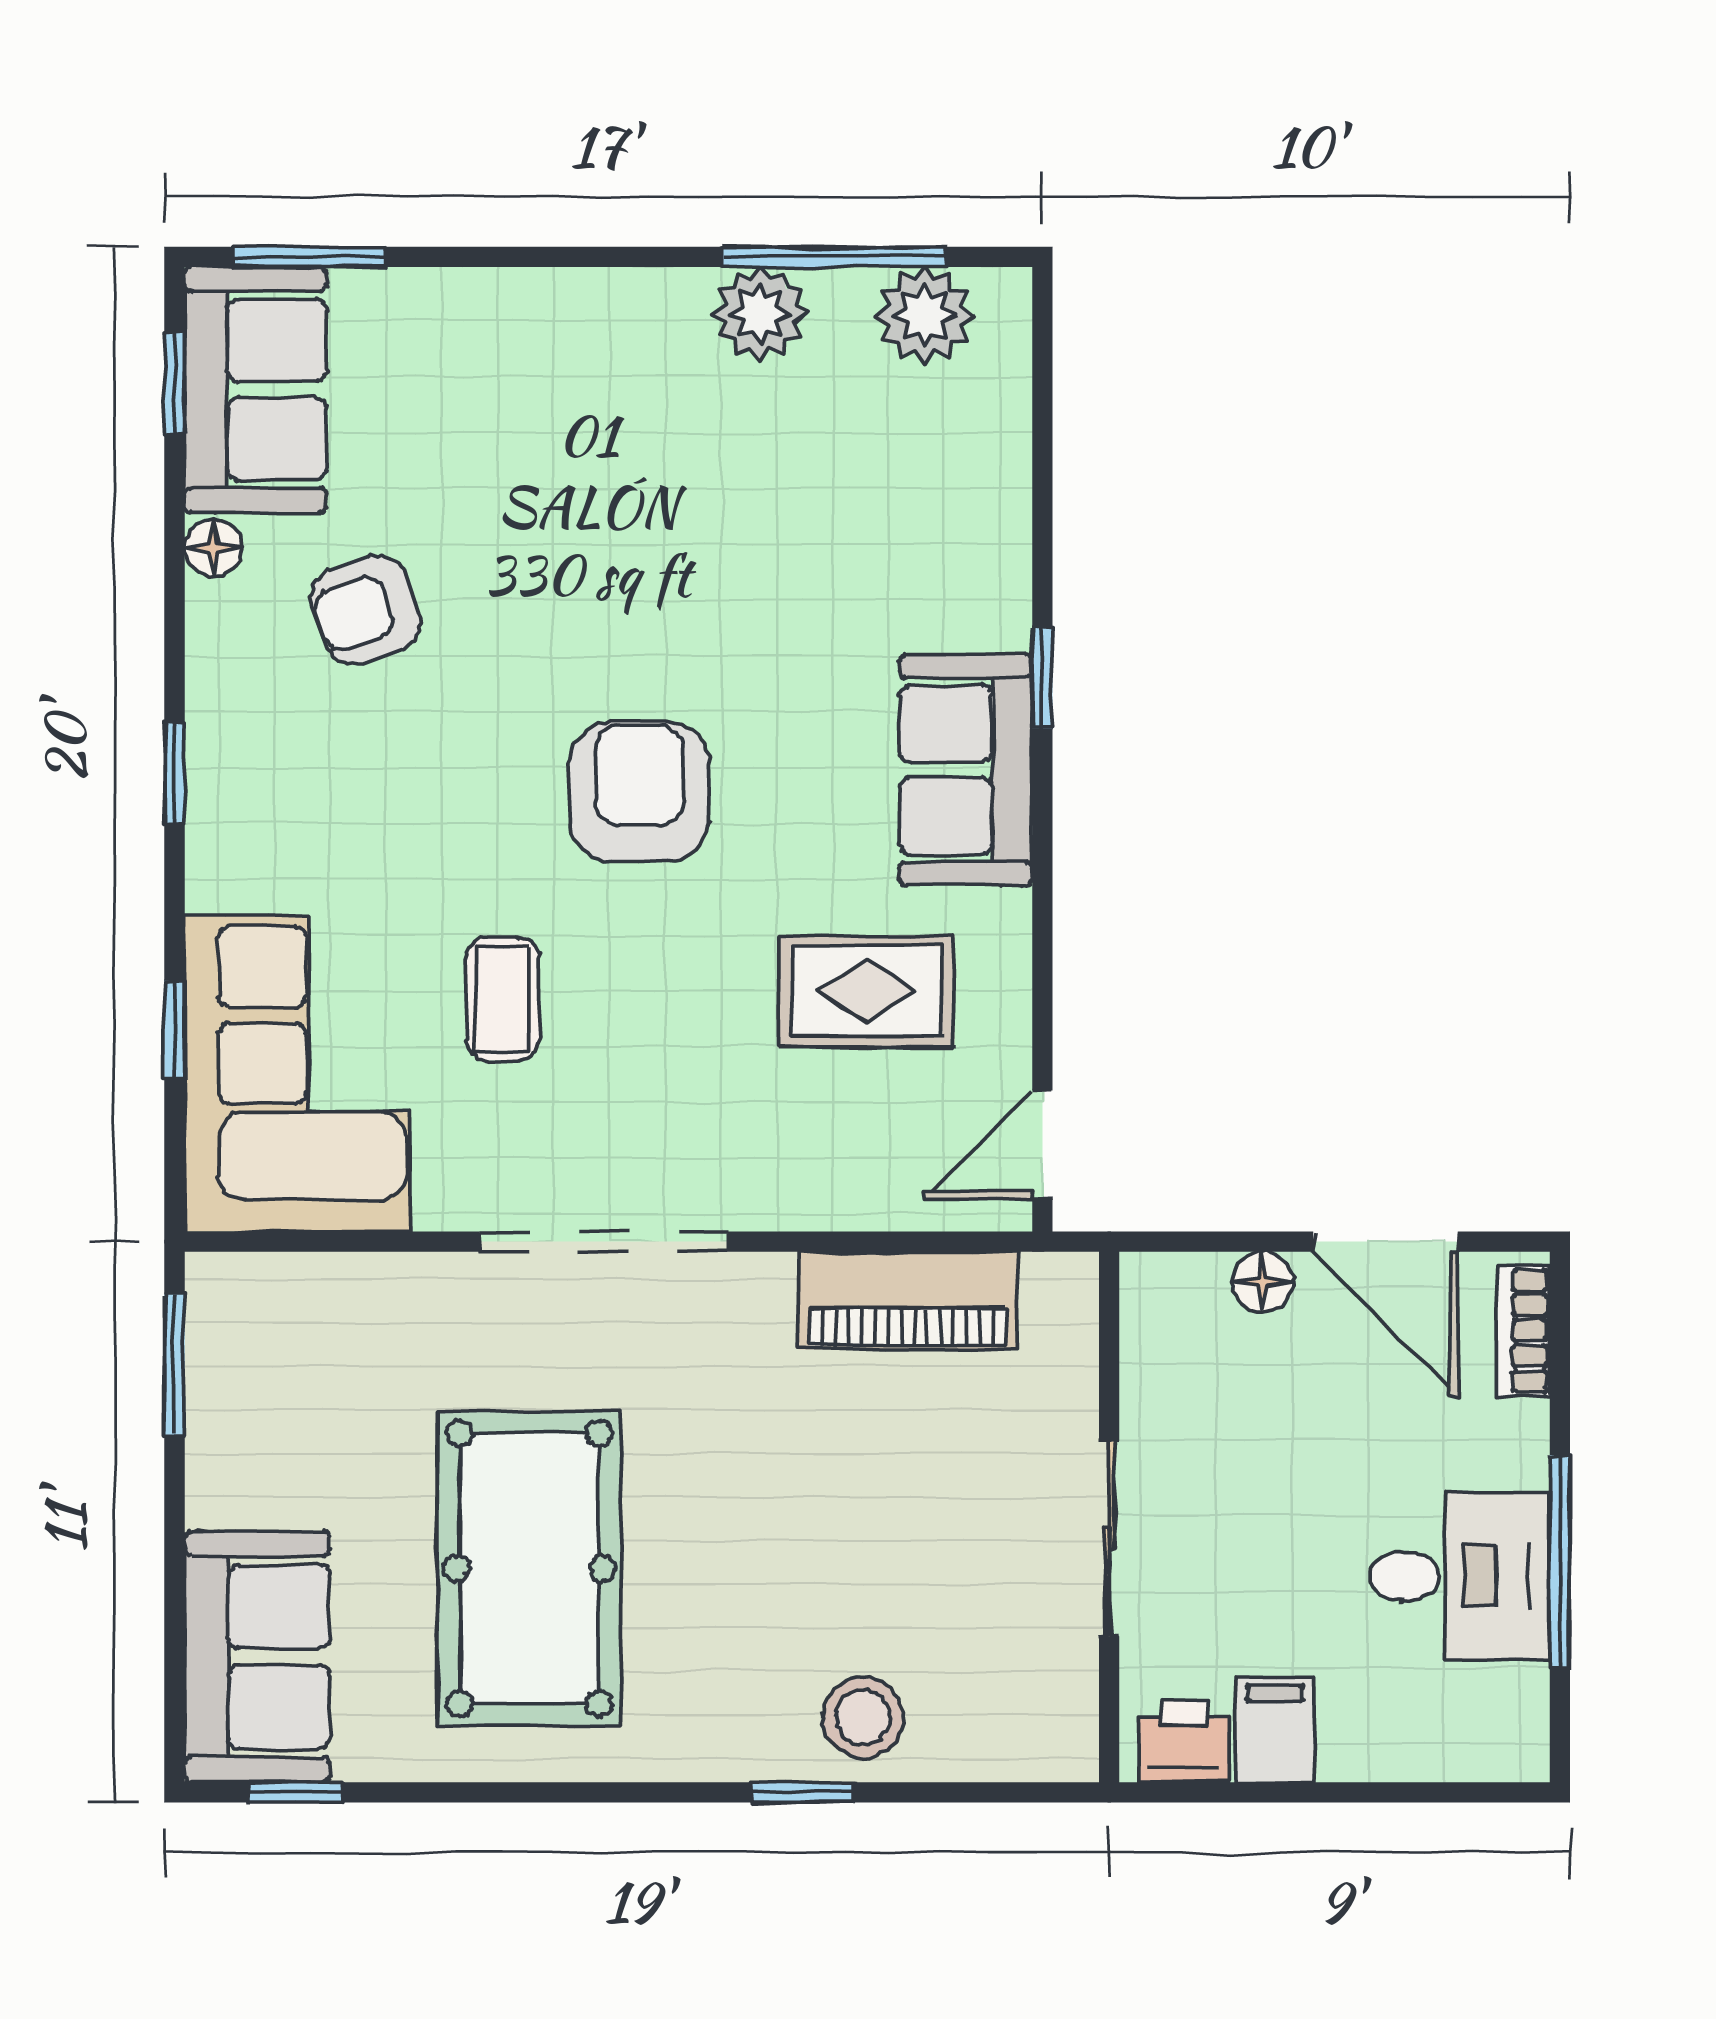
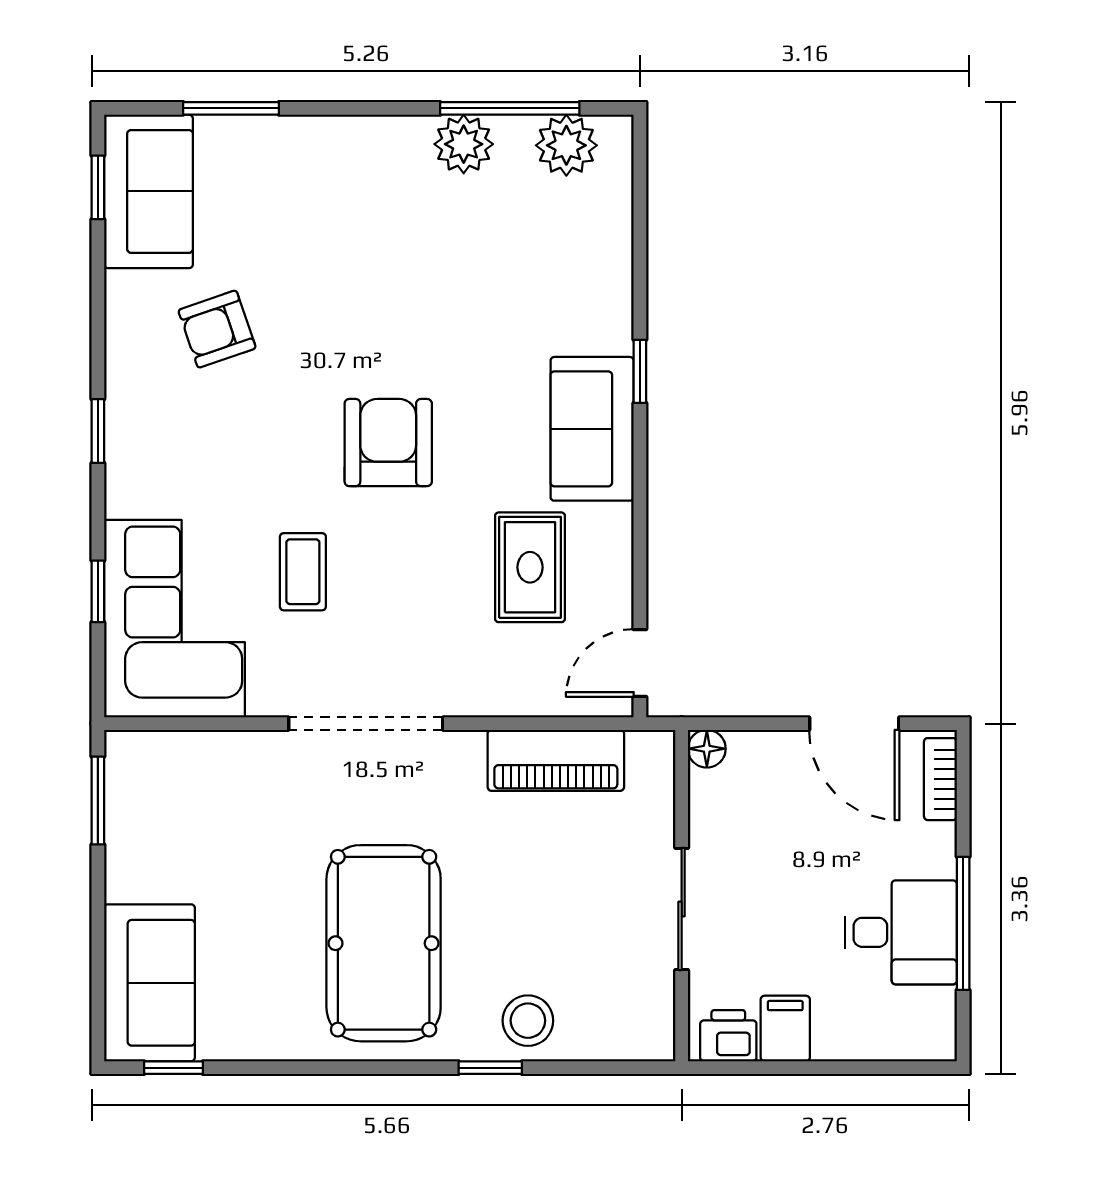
window: (309, 257) -> (231, 108), moved
floor lamp: (213, 548) -> (122, 290), removed
rug: (866, 991) -> (530, 567), turned 90
floor lamp: (1263, 1282) -> (707, 749), moved
pool table: (529, 1569) -> (384, 943), moved

